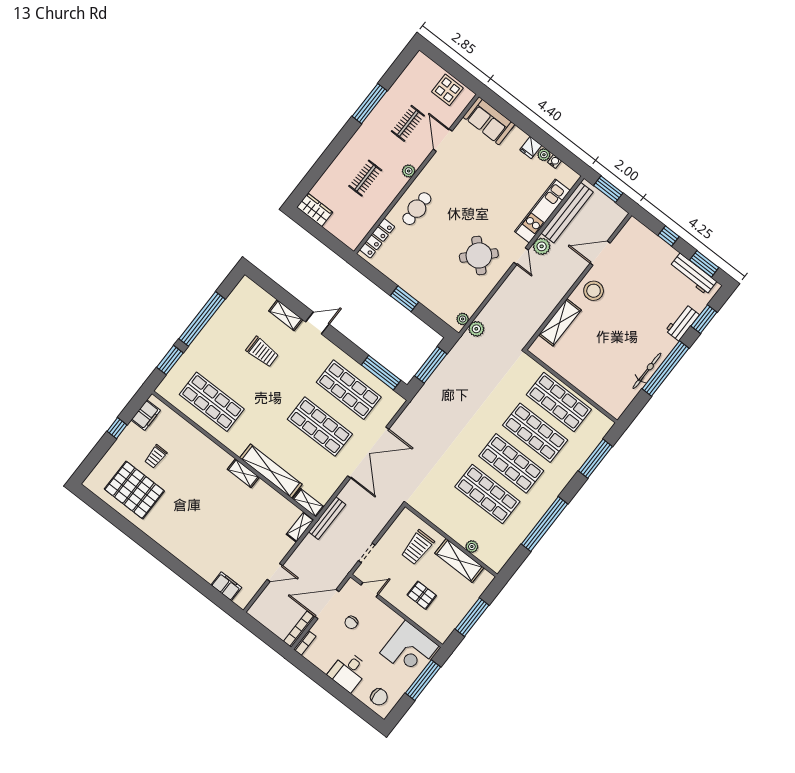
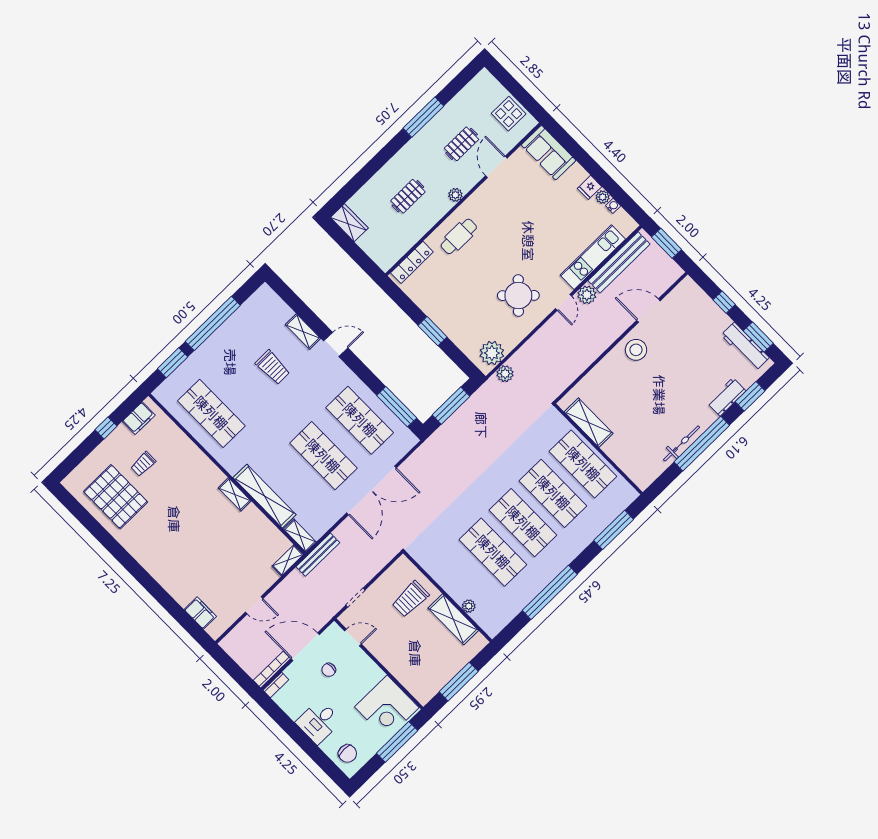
plant: (463, 319) -> (492, 353), width x1.88, depth x1.88
shelving: (560, 322) -> (589, 423), moved, turned 90
pallet: (422, 595) -> (408, 651), removed

